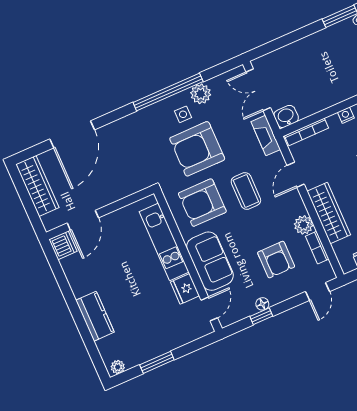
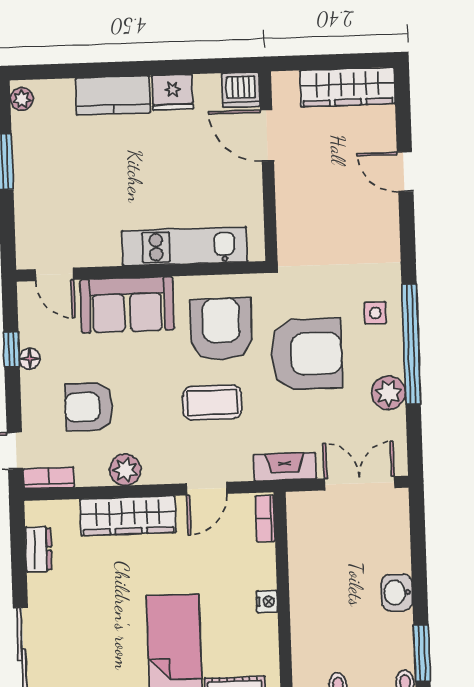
side table: (183, 114) -> (375, 313), moved
washbasin: (286, 117) -> (397, 592), moved, turned 180
bookcase: (307, 132) -> (265, 518), width x0.64
door: (72, 134) -> (405, 172), width x0.53
armchair: (197, 149) -> (306, 354), turned 90
door: (296, 175) -> (207, 489), swing flipped
bookcase: (317, 248) -> (49, 478), moved
fridge: (185, 289) -> (173, 92), moved, turned 180

